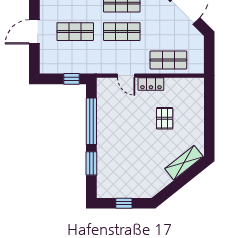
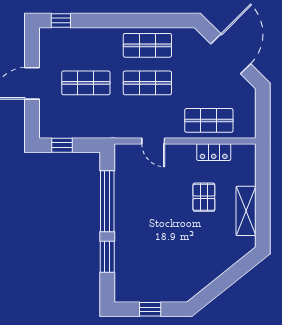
window: (71, 79) -> (62, 145), moved
locker: (151, 84) -> (214, 152), moved
shelving: (184, 163) -> (246, 211), moved, turned -51

